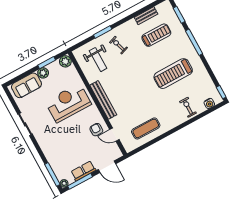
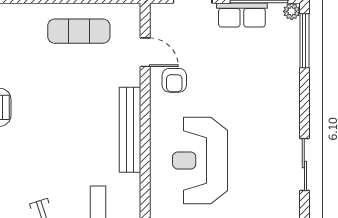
reception desk: (68, 103) -> (200, 161), turned 90

